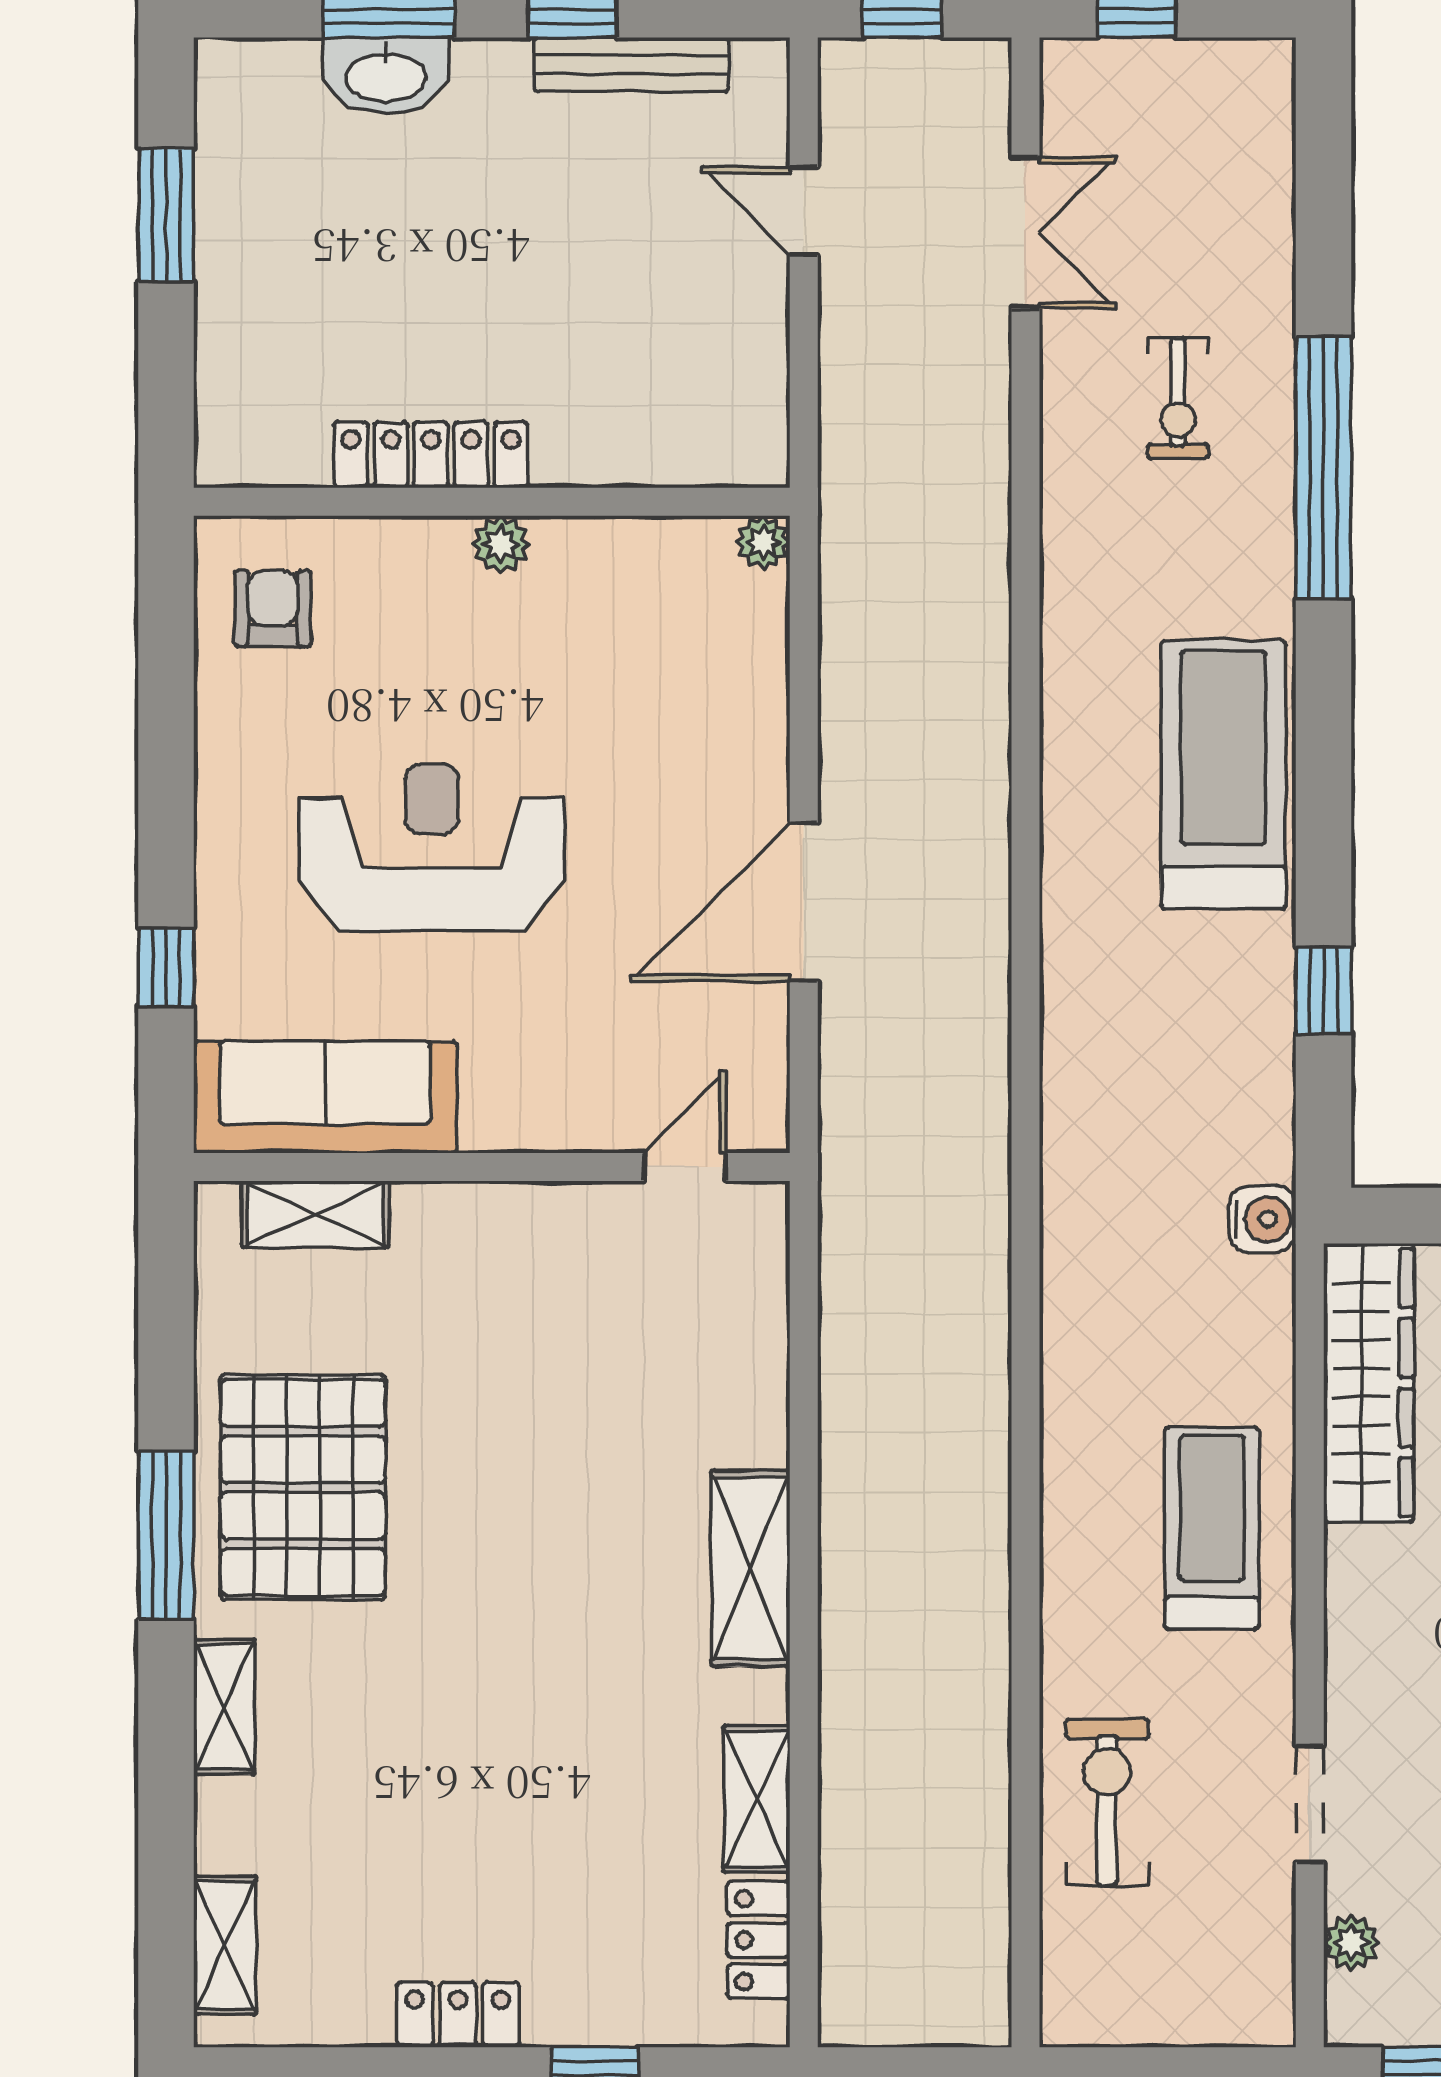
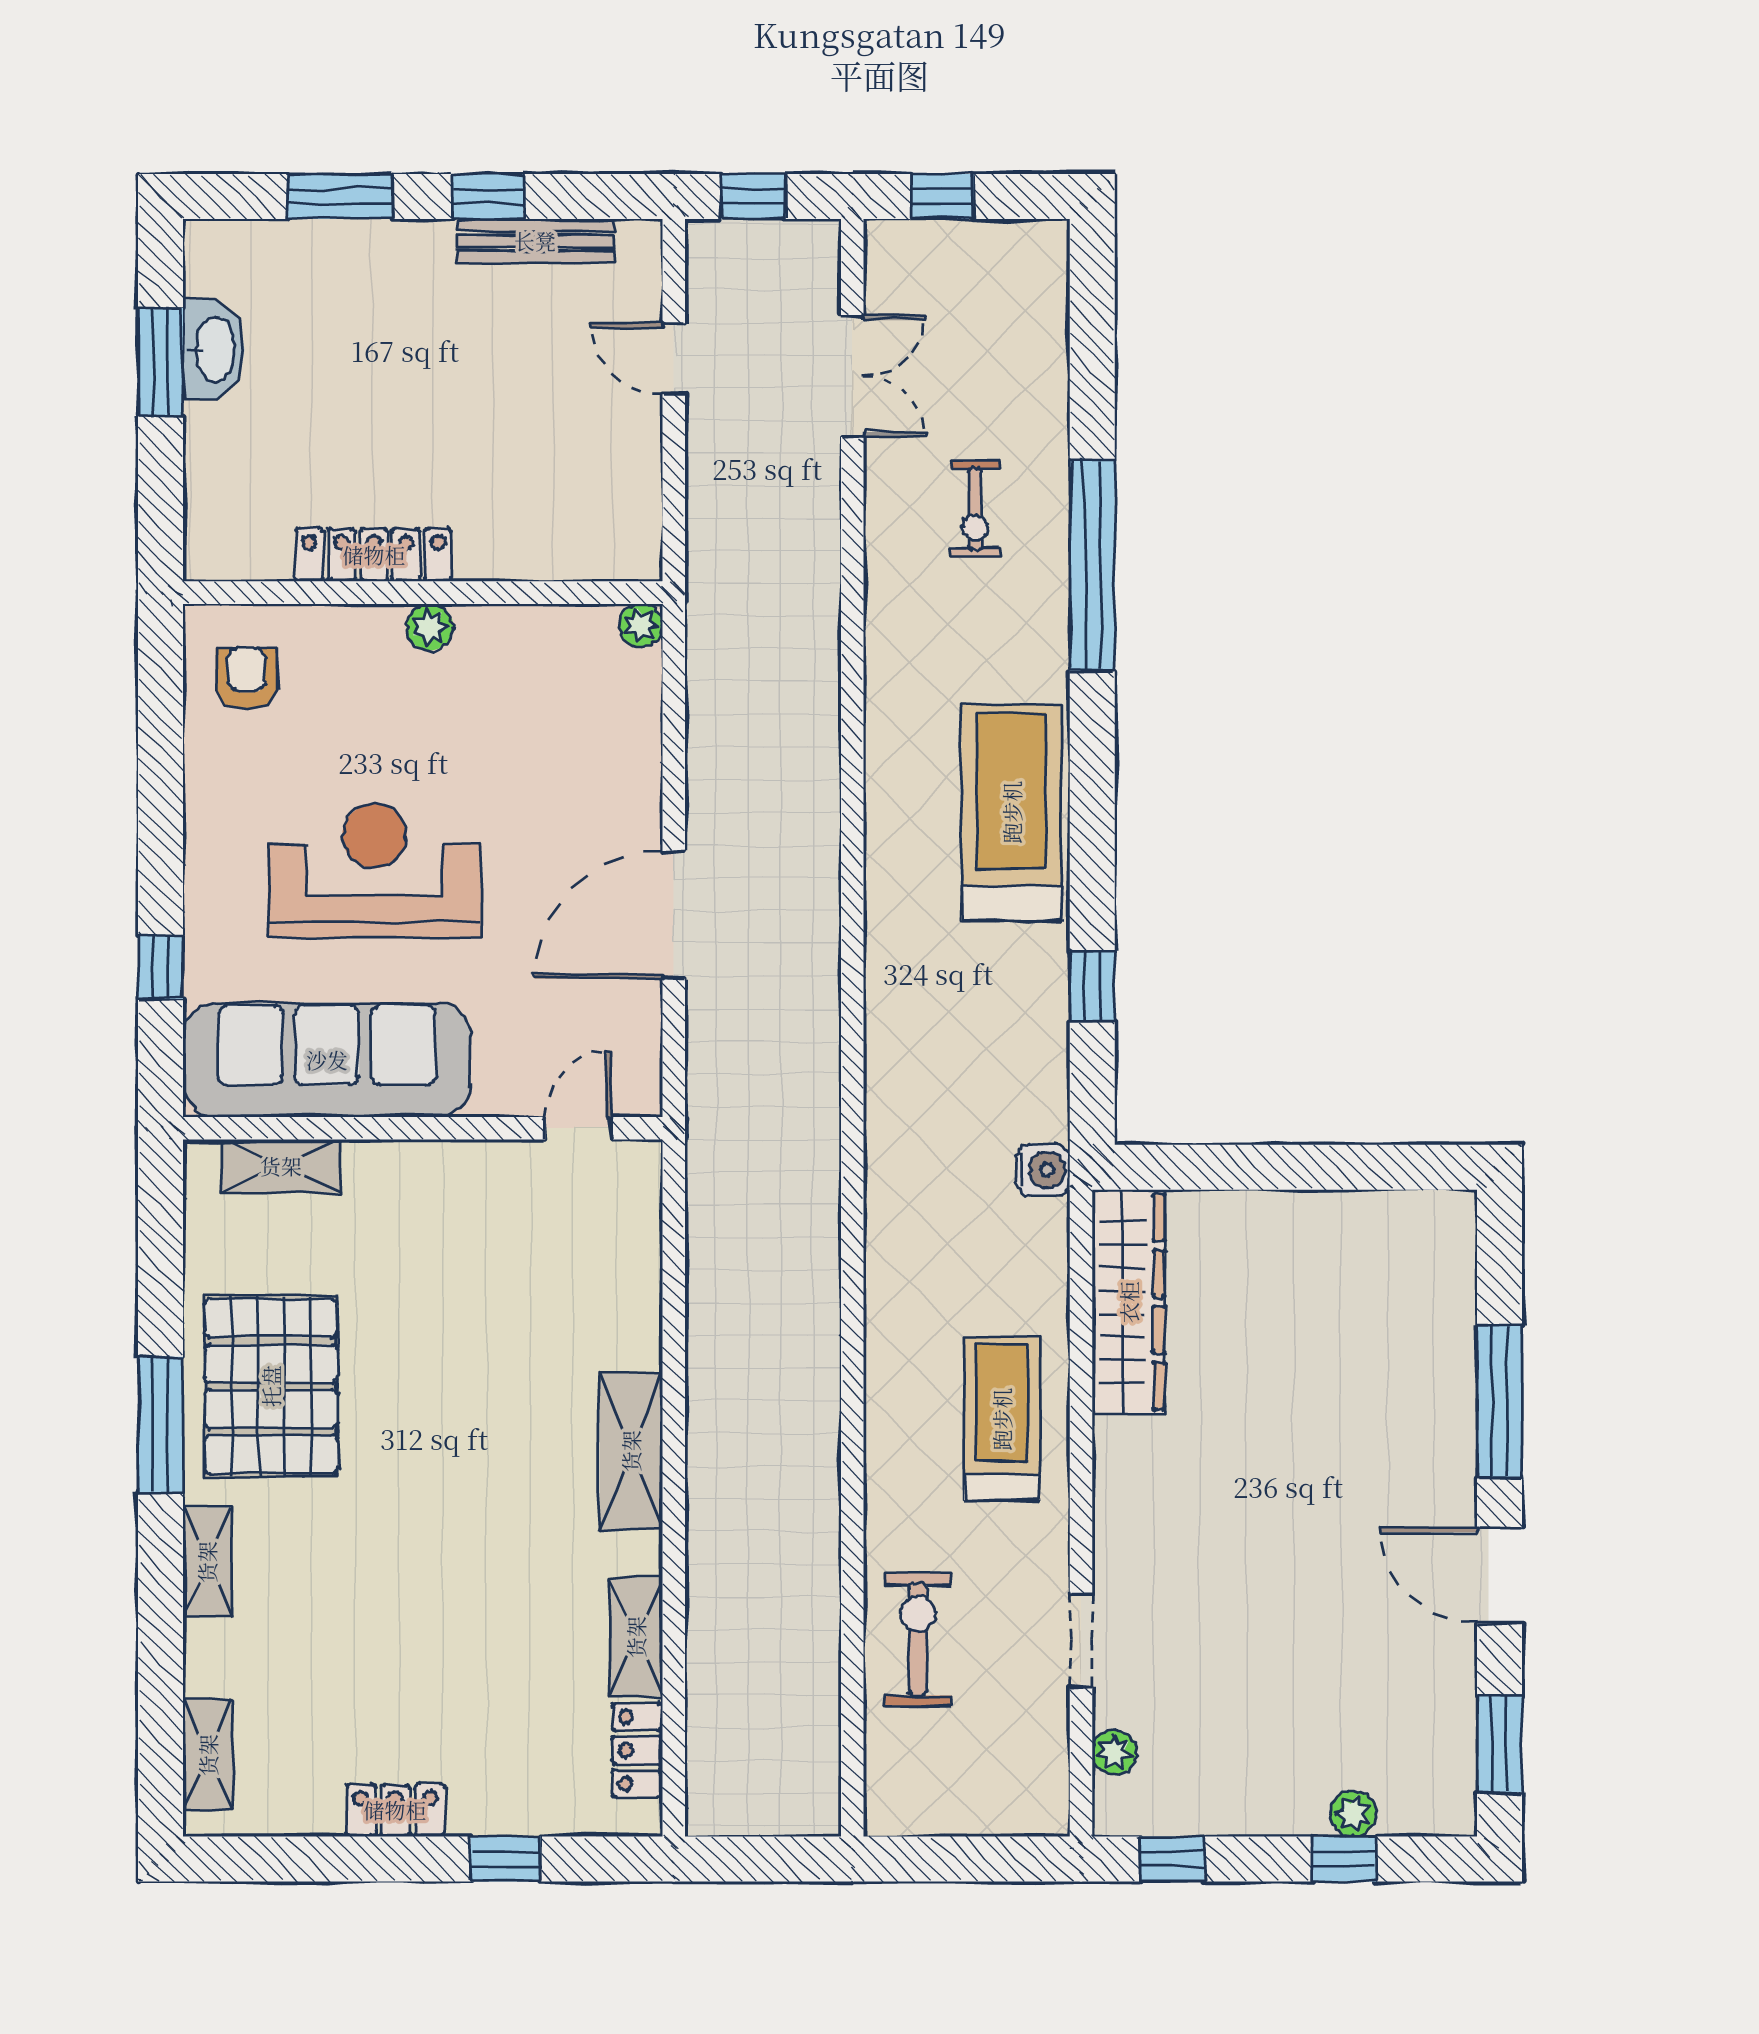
washbasin: (386, 75) -> (214, 350), moved, turned -90
sofa: (325, 1097) -> (327, 1060), width x1.36, depth x1.27

